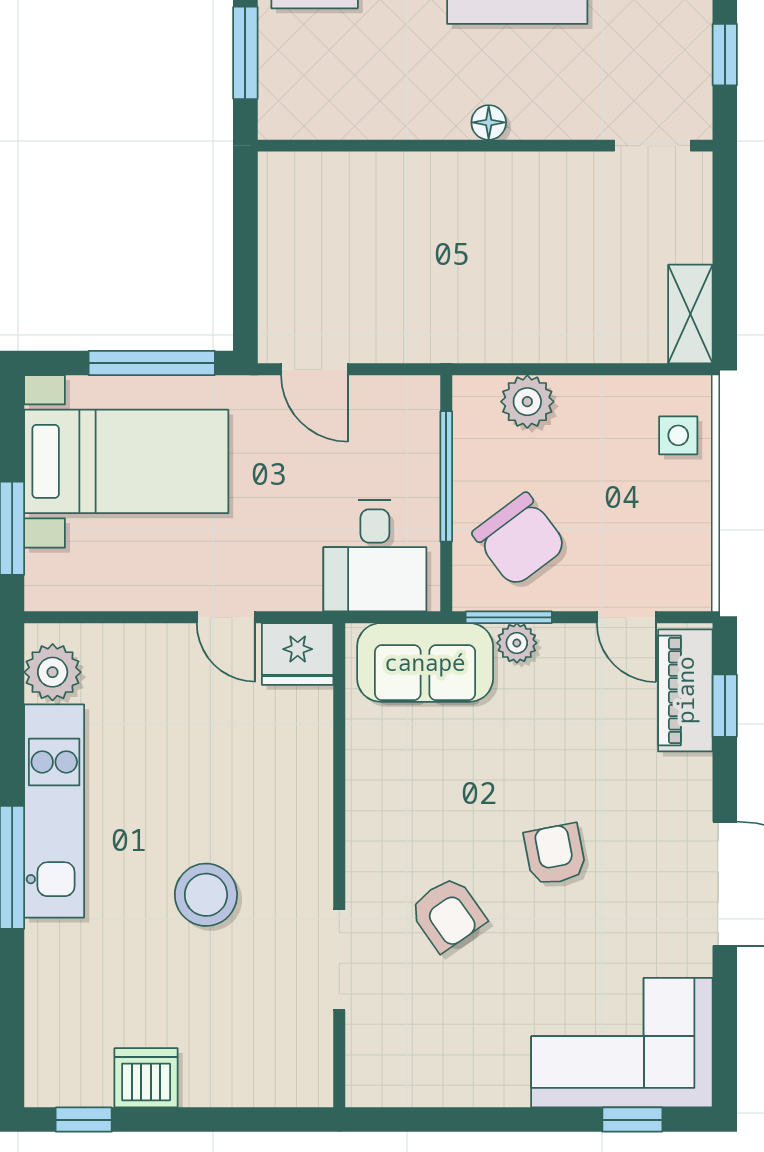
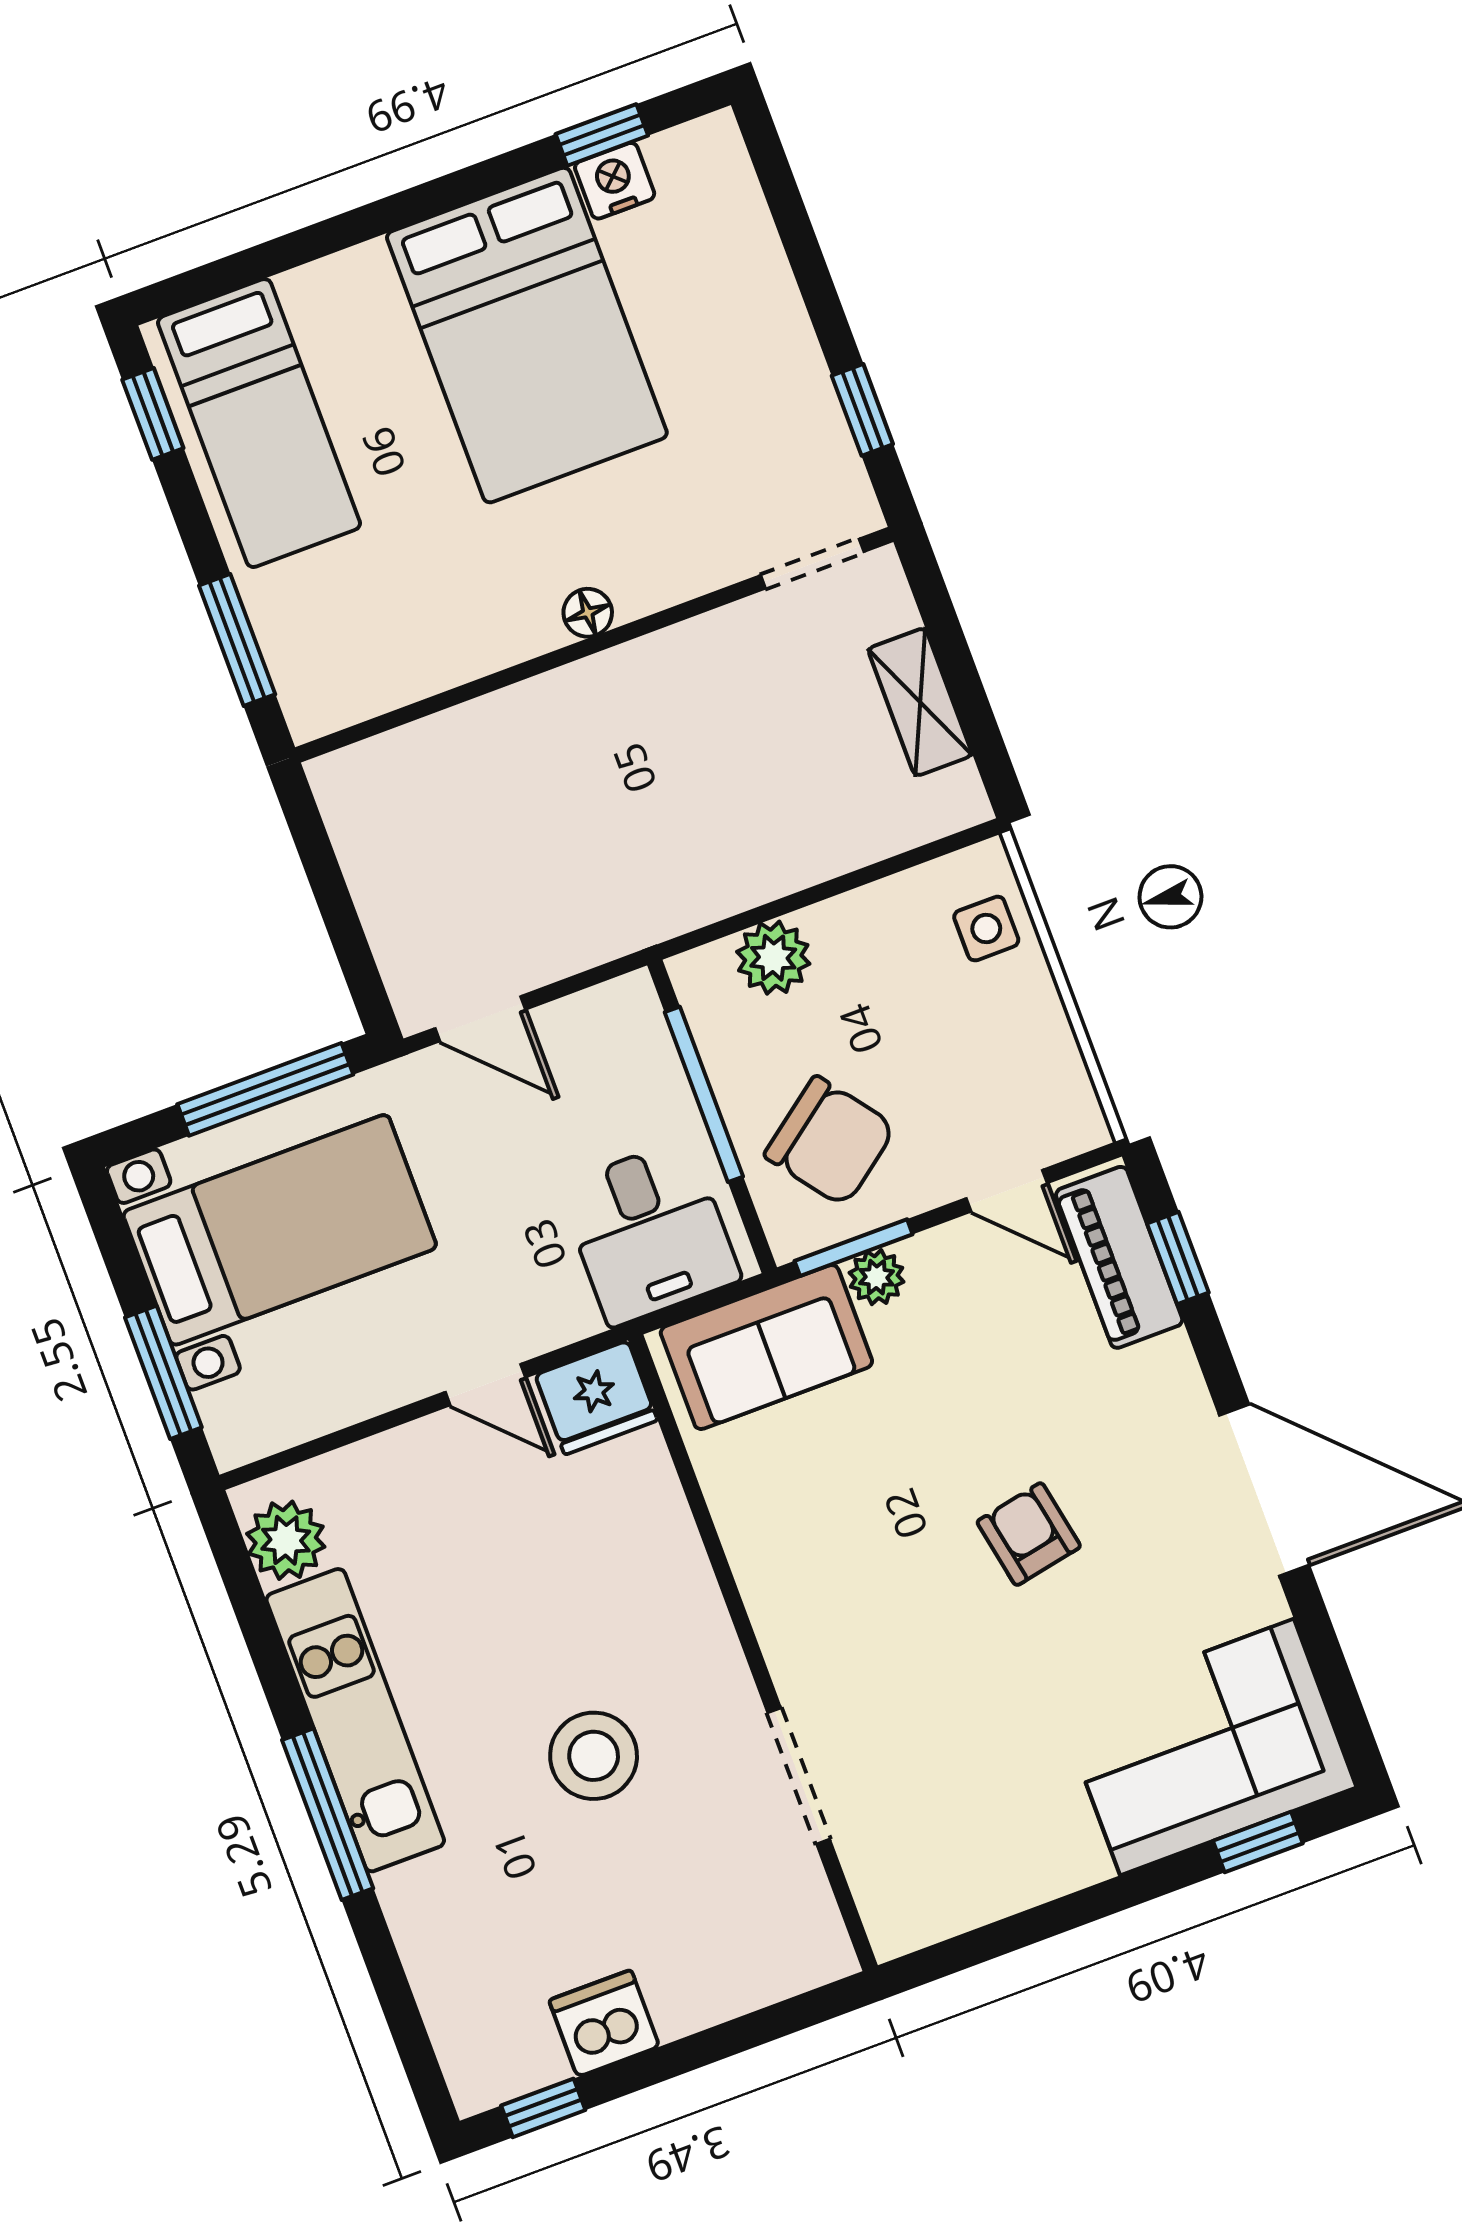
shelving: (690, 314) -> (920, 702), moved
armchair: (447, 914) -> (917, 1664), removed

